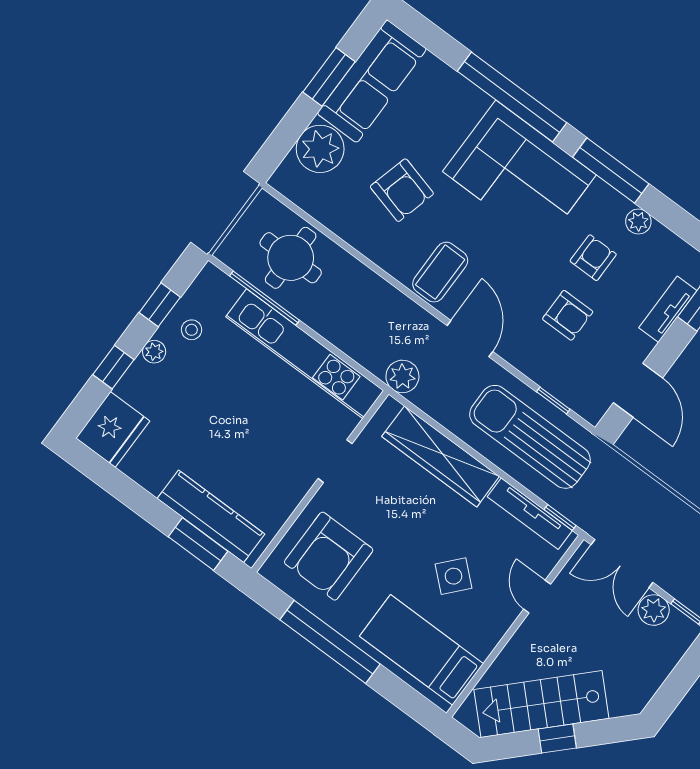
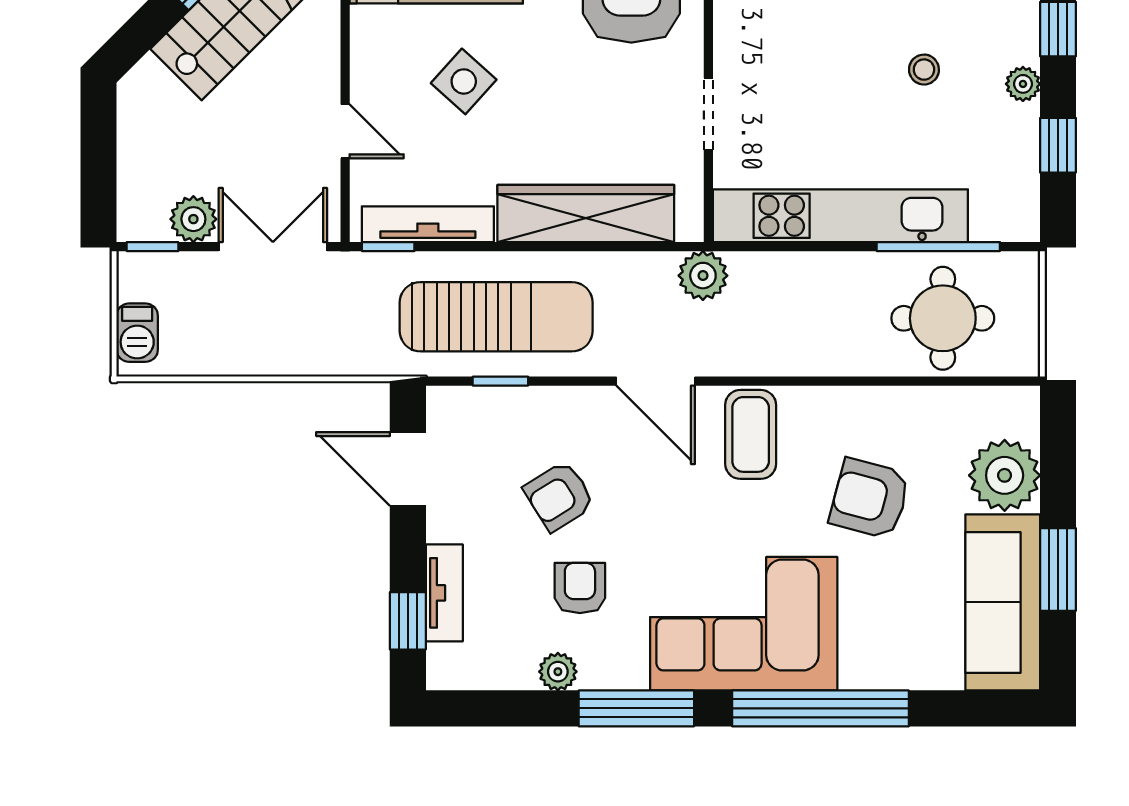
armchair: (593, 258) -> (580, 588), turned 180
armchair: (568, 315) -> (559, 496), turned -32
stool: (192, 330) -> (924, 70), moved

